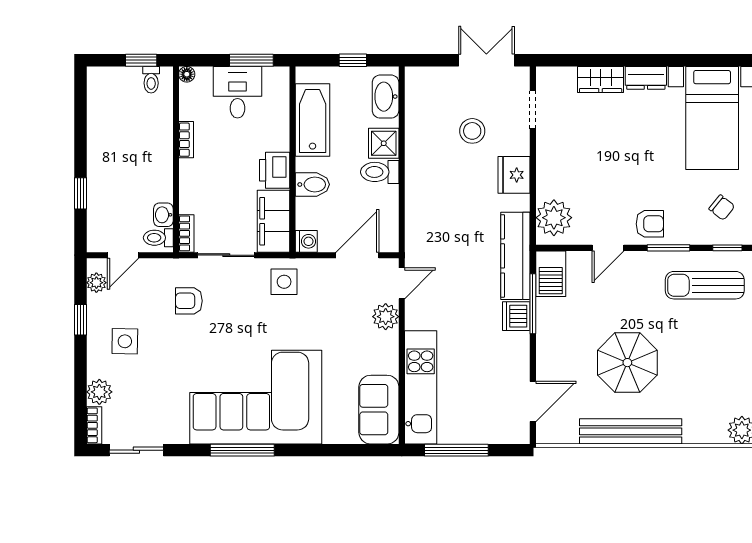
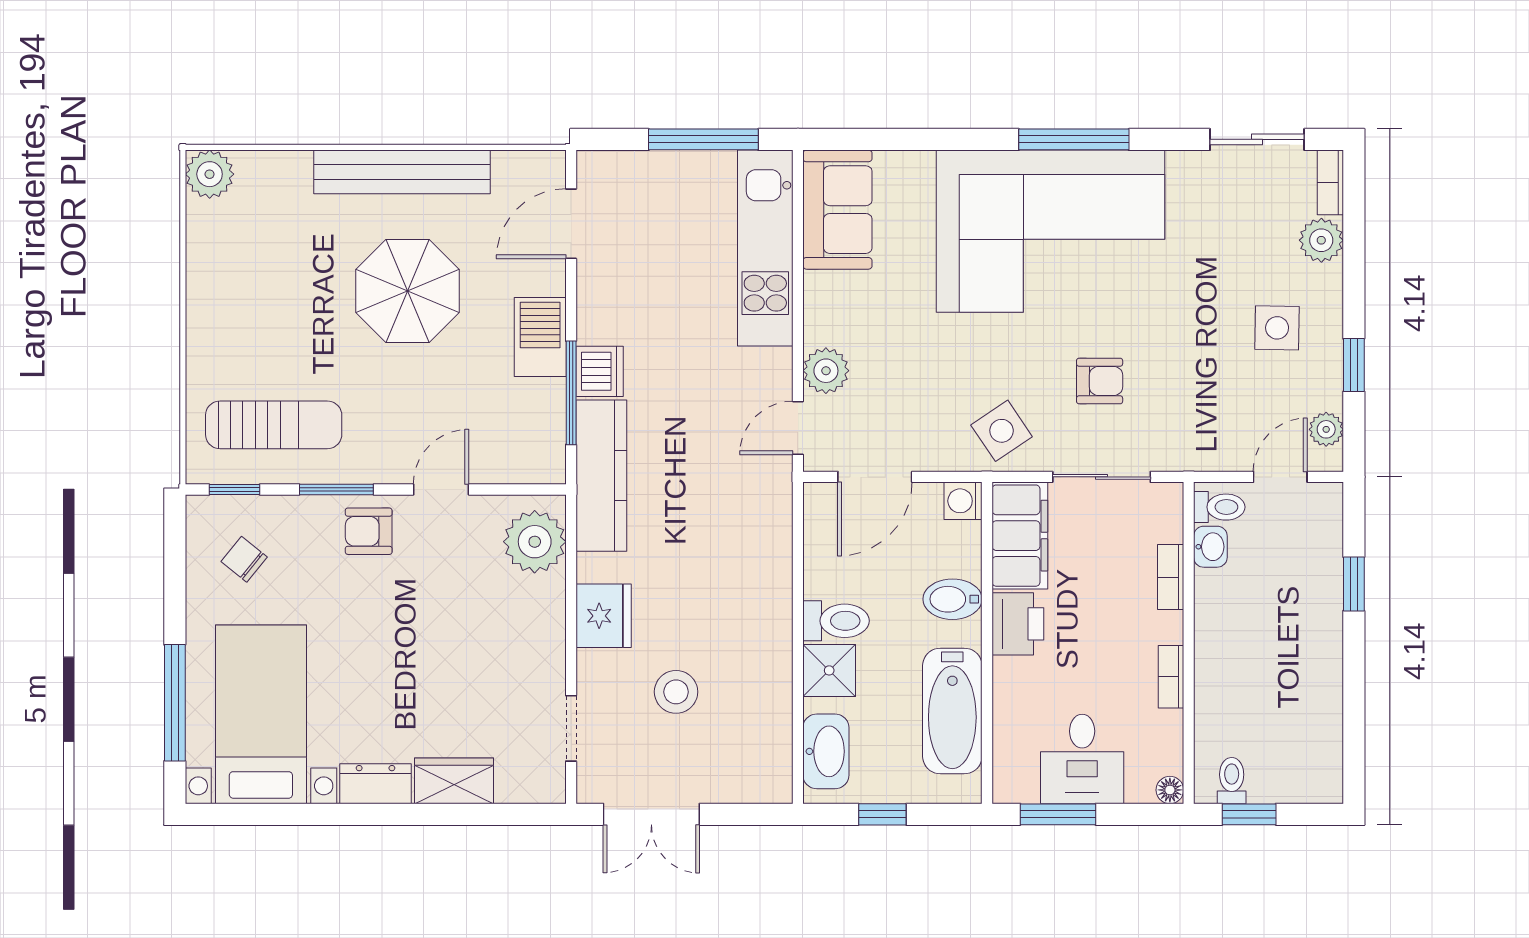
bookcase: (186, 233) -> (1171, 577), moved
barbecue: (551, 274) -> (540, 337), moved
side table: (284, 282) -> (1002, 431), turned -34
armchair: (189, 301) -> (1100, 381), moved

